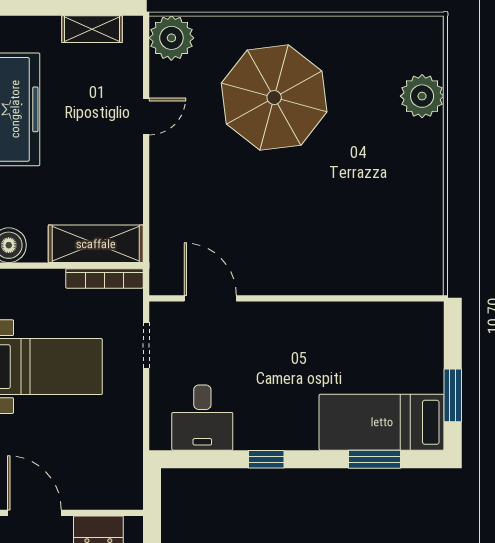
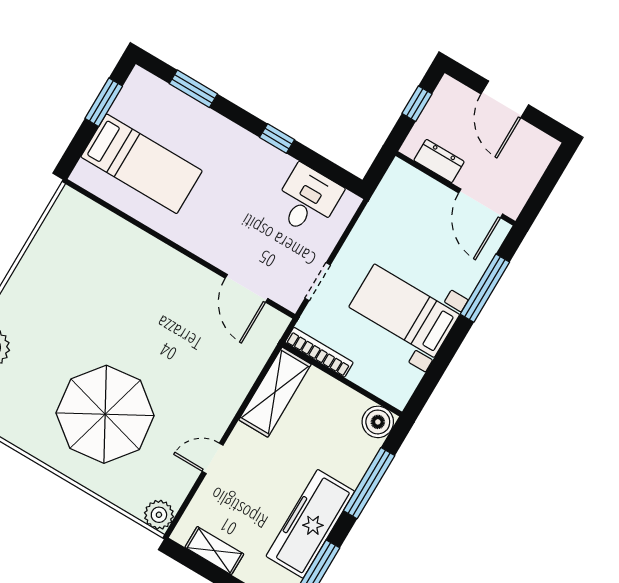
plant: (171, 38) -> (159, 515), width x0.73, depth x0.73
shelving: (96, 244) -> (275, 392), moved, turned 90
bed: (382, 422) -> (142, 164), moved

